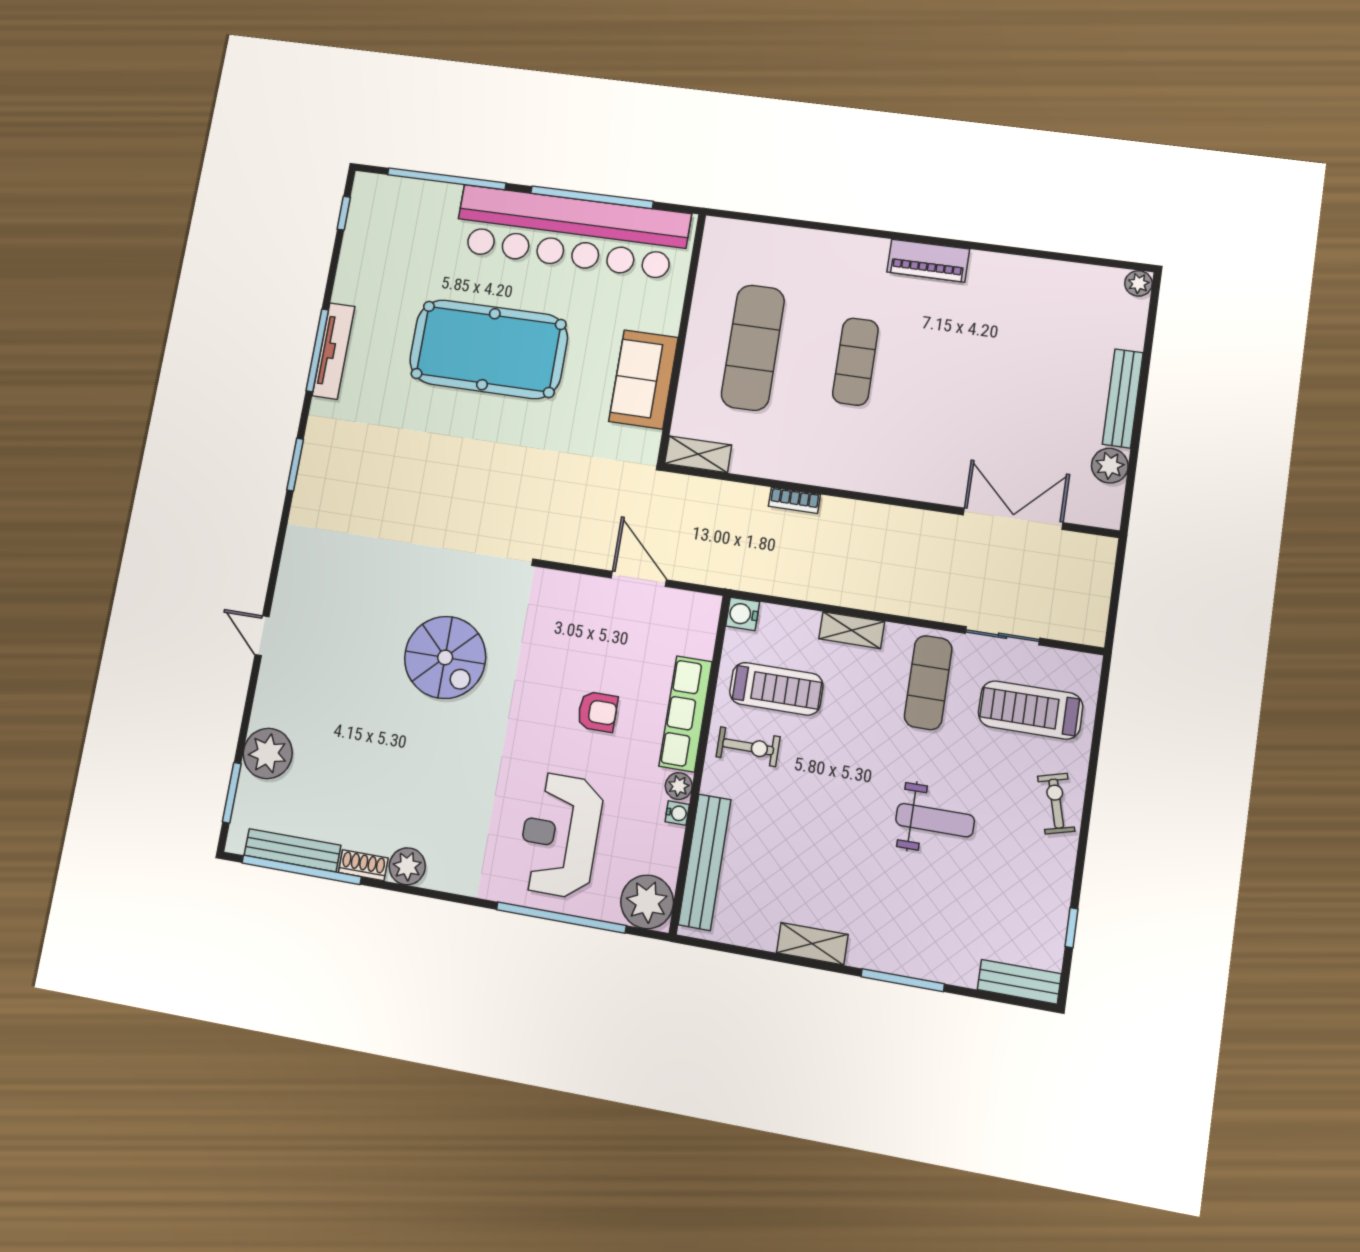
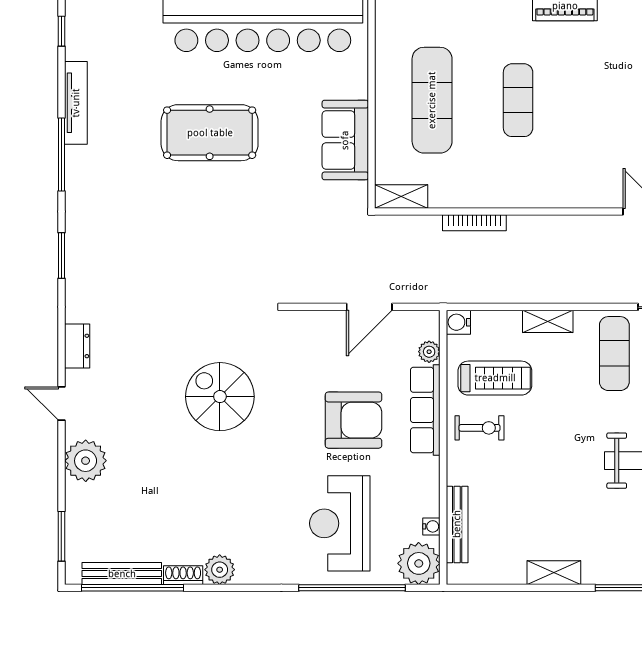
pool table: (488, 349) -> (210, 133), width x0.73, depth x0.76
tv unit: (334, 351) -> (76, 103), moved
bookcase: (794, 500) -> (474, 223), width x1.56
dresser: (293, 571) -> (77, 346), added
door: (639, 579) -> (369, 307), swing flipped
spiral stairs: (445, 657) -> (220, 397), turned 180
armchair: (597, 712) -> (354, 420), width x1.88, depth x1.88
plant: (268, 753) -> (86, 461), moved
plant: (679, 786) -> (429, 352), moved
water cooler: (677, 813) -> (431, 526), moved
bench: (705, 862) -> (457, 524), width x0.73, depth x0.82

